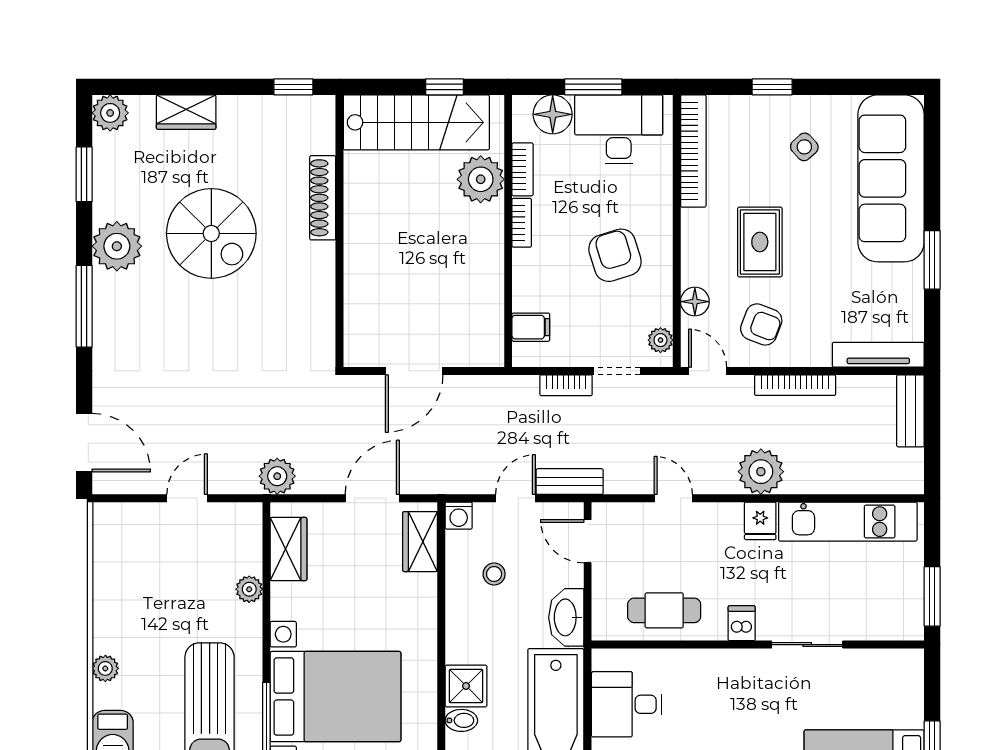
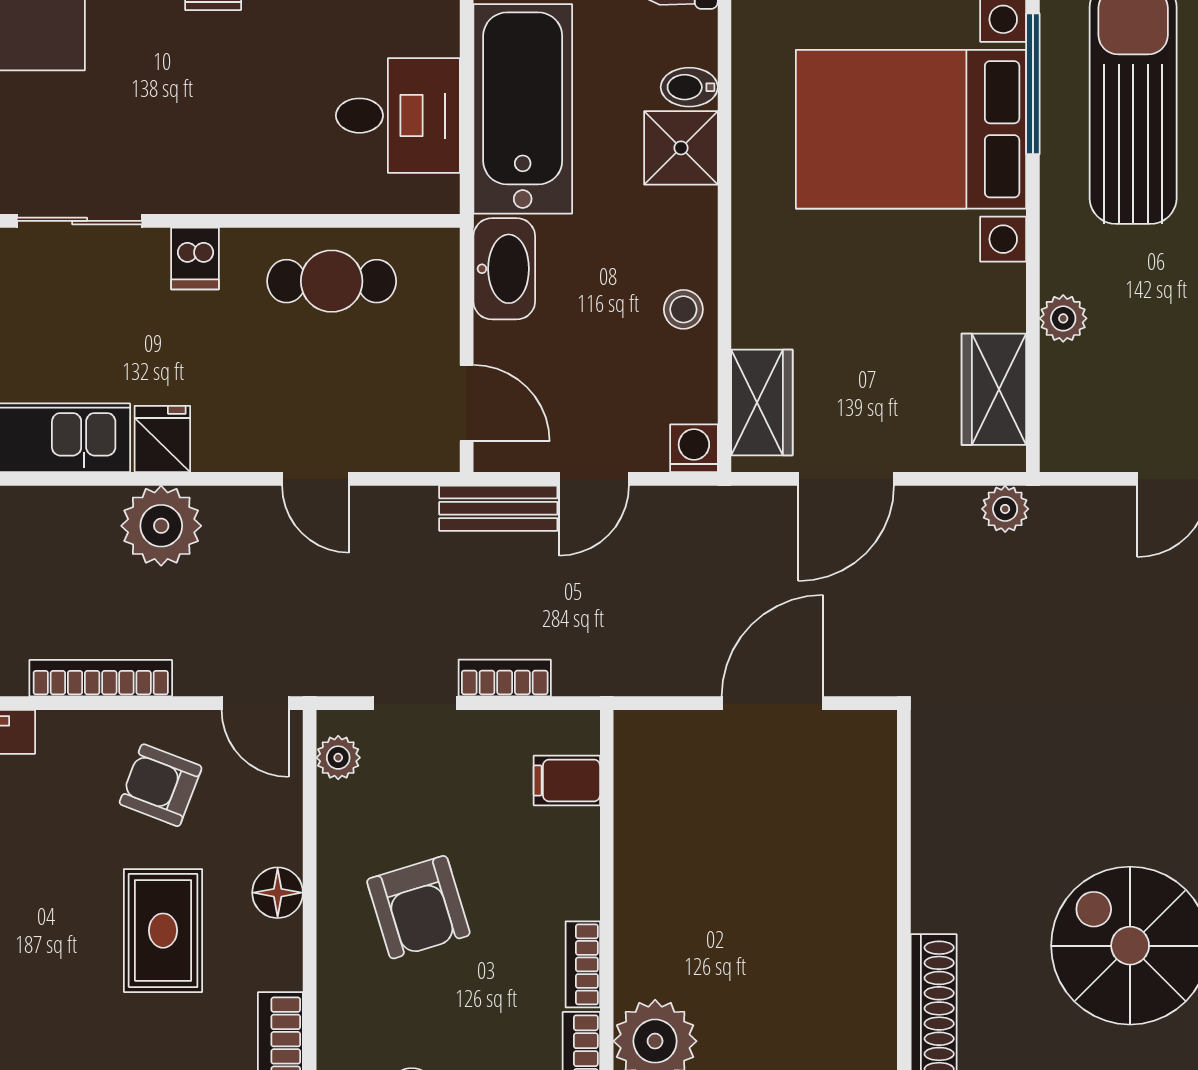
floor lamp: (695, 302) -> (278, 893), moved
plant: (277, 476) -> (1005, 509), width x0.73, depth x0.73
stool: (494, 574) -> (683, 309), moved

